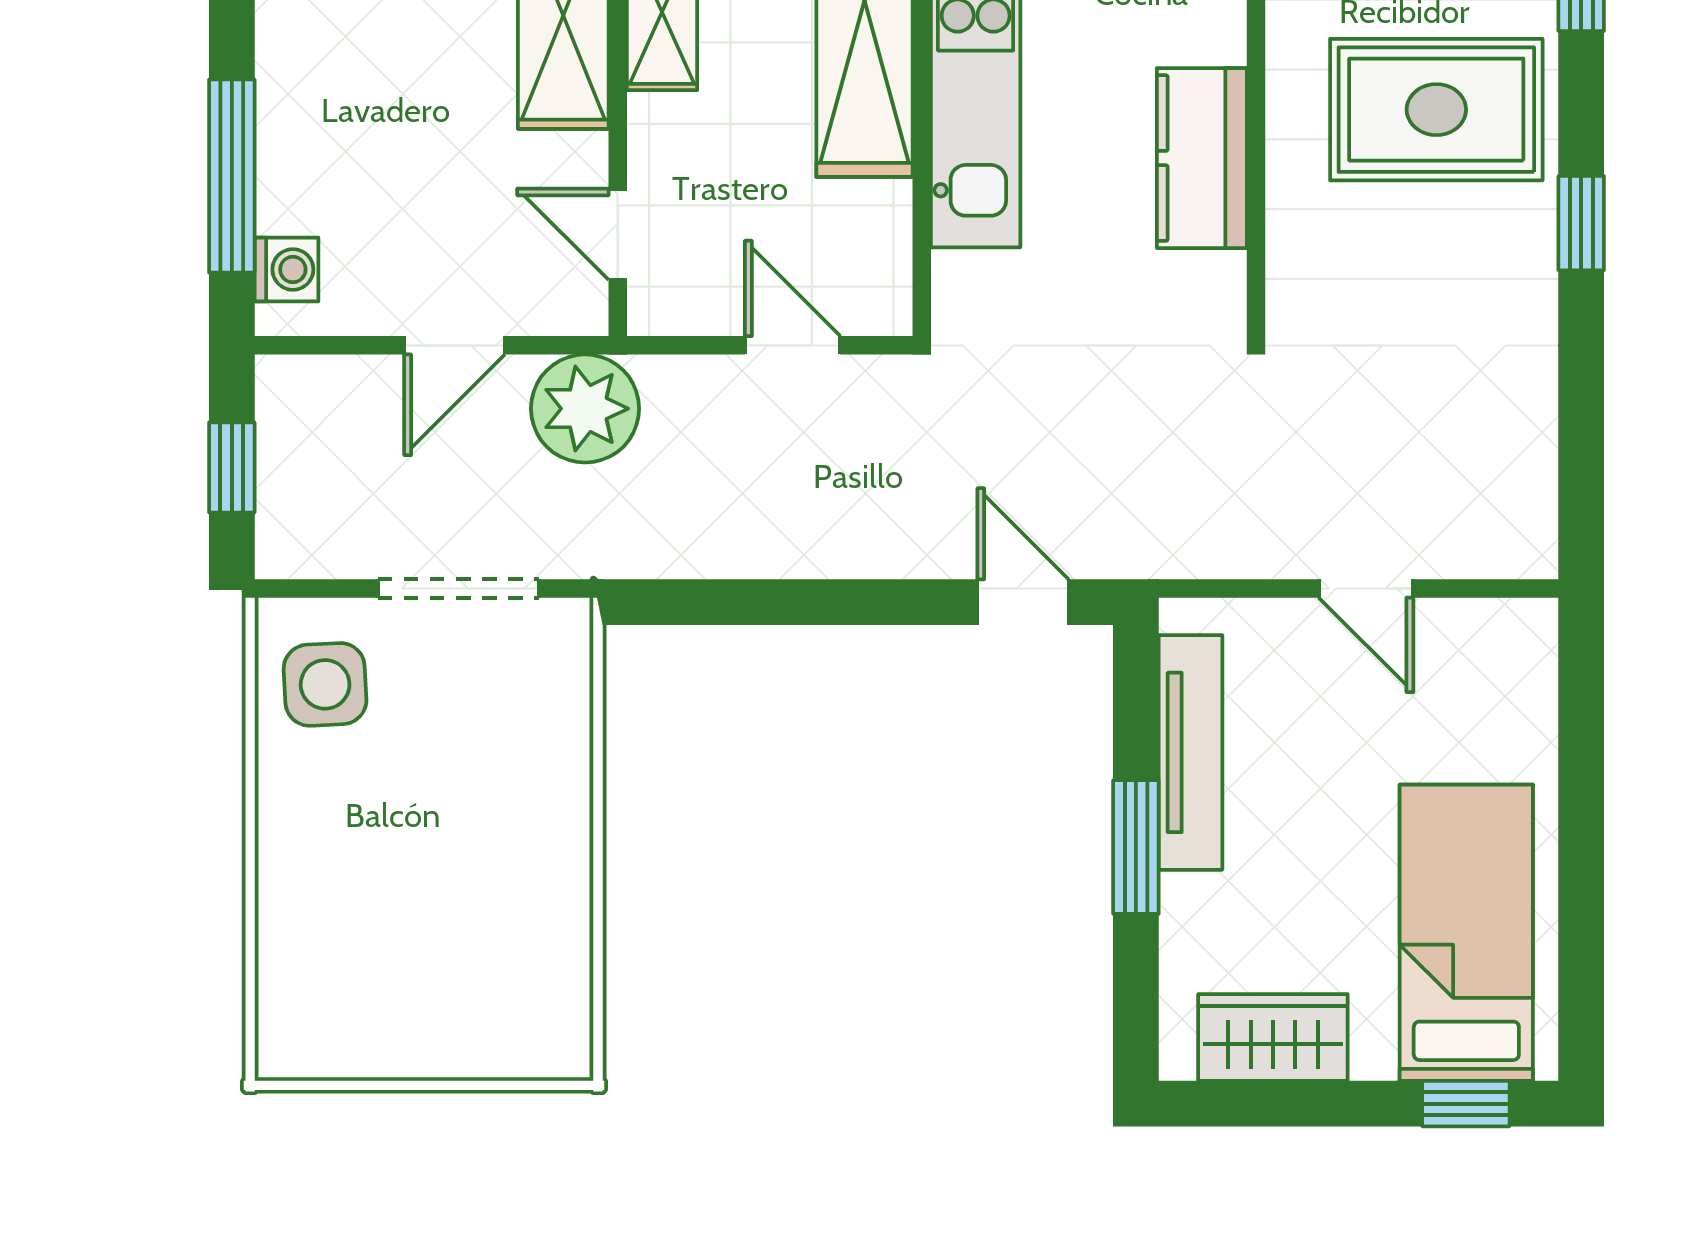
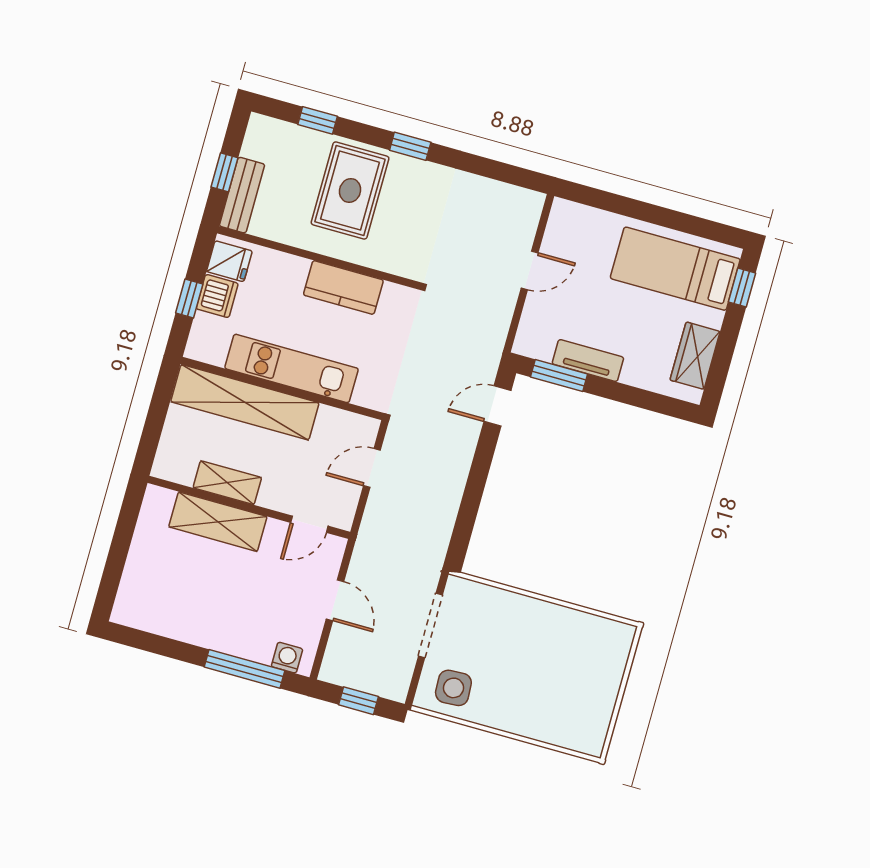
plant: (585, 409) -> (374, 556), removed
tv unit: (1191, 752) -> (588, 361), width x0.71
window: (1136, 847) -> (559, 376), moved

